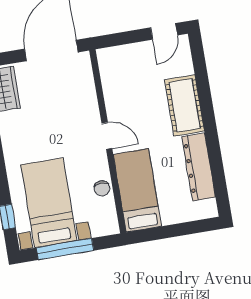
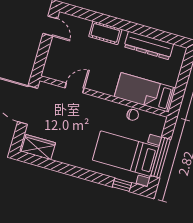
cot: (185, 105) -> (105, 33), width x0.73, depth x0.75
door: (107, 136) -> (75, 88), moved

